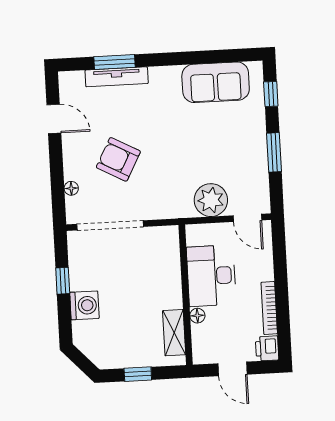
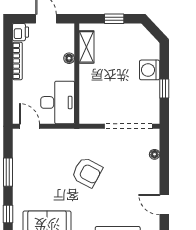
armchair: (118, 159) -> (87, 172), moved
plant: (211, 200) -> (55, 140), removed
desk: (211, 276) -> (58, 102), moved

